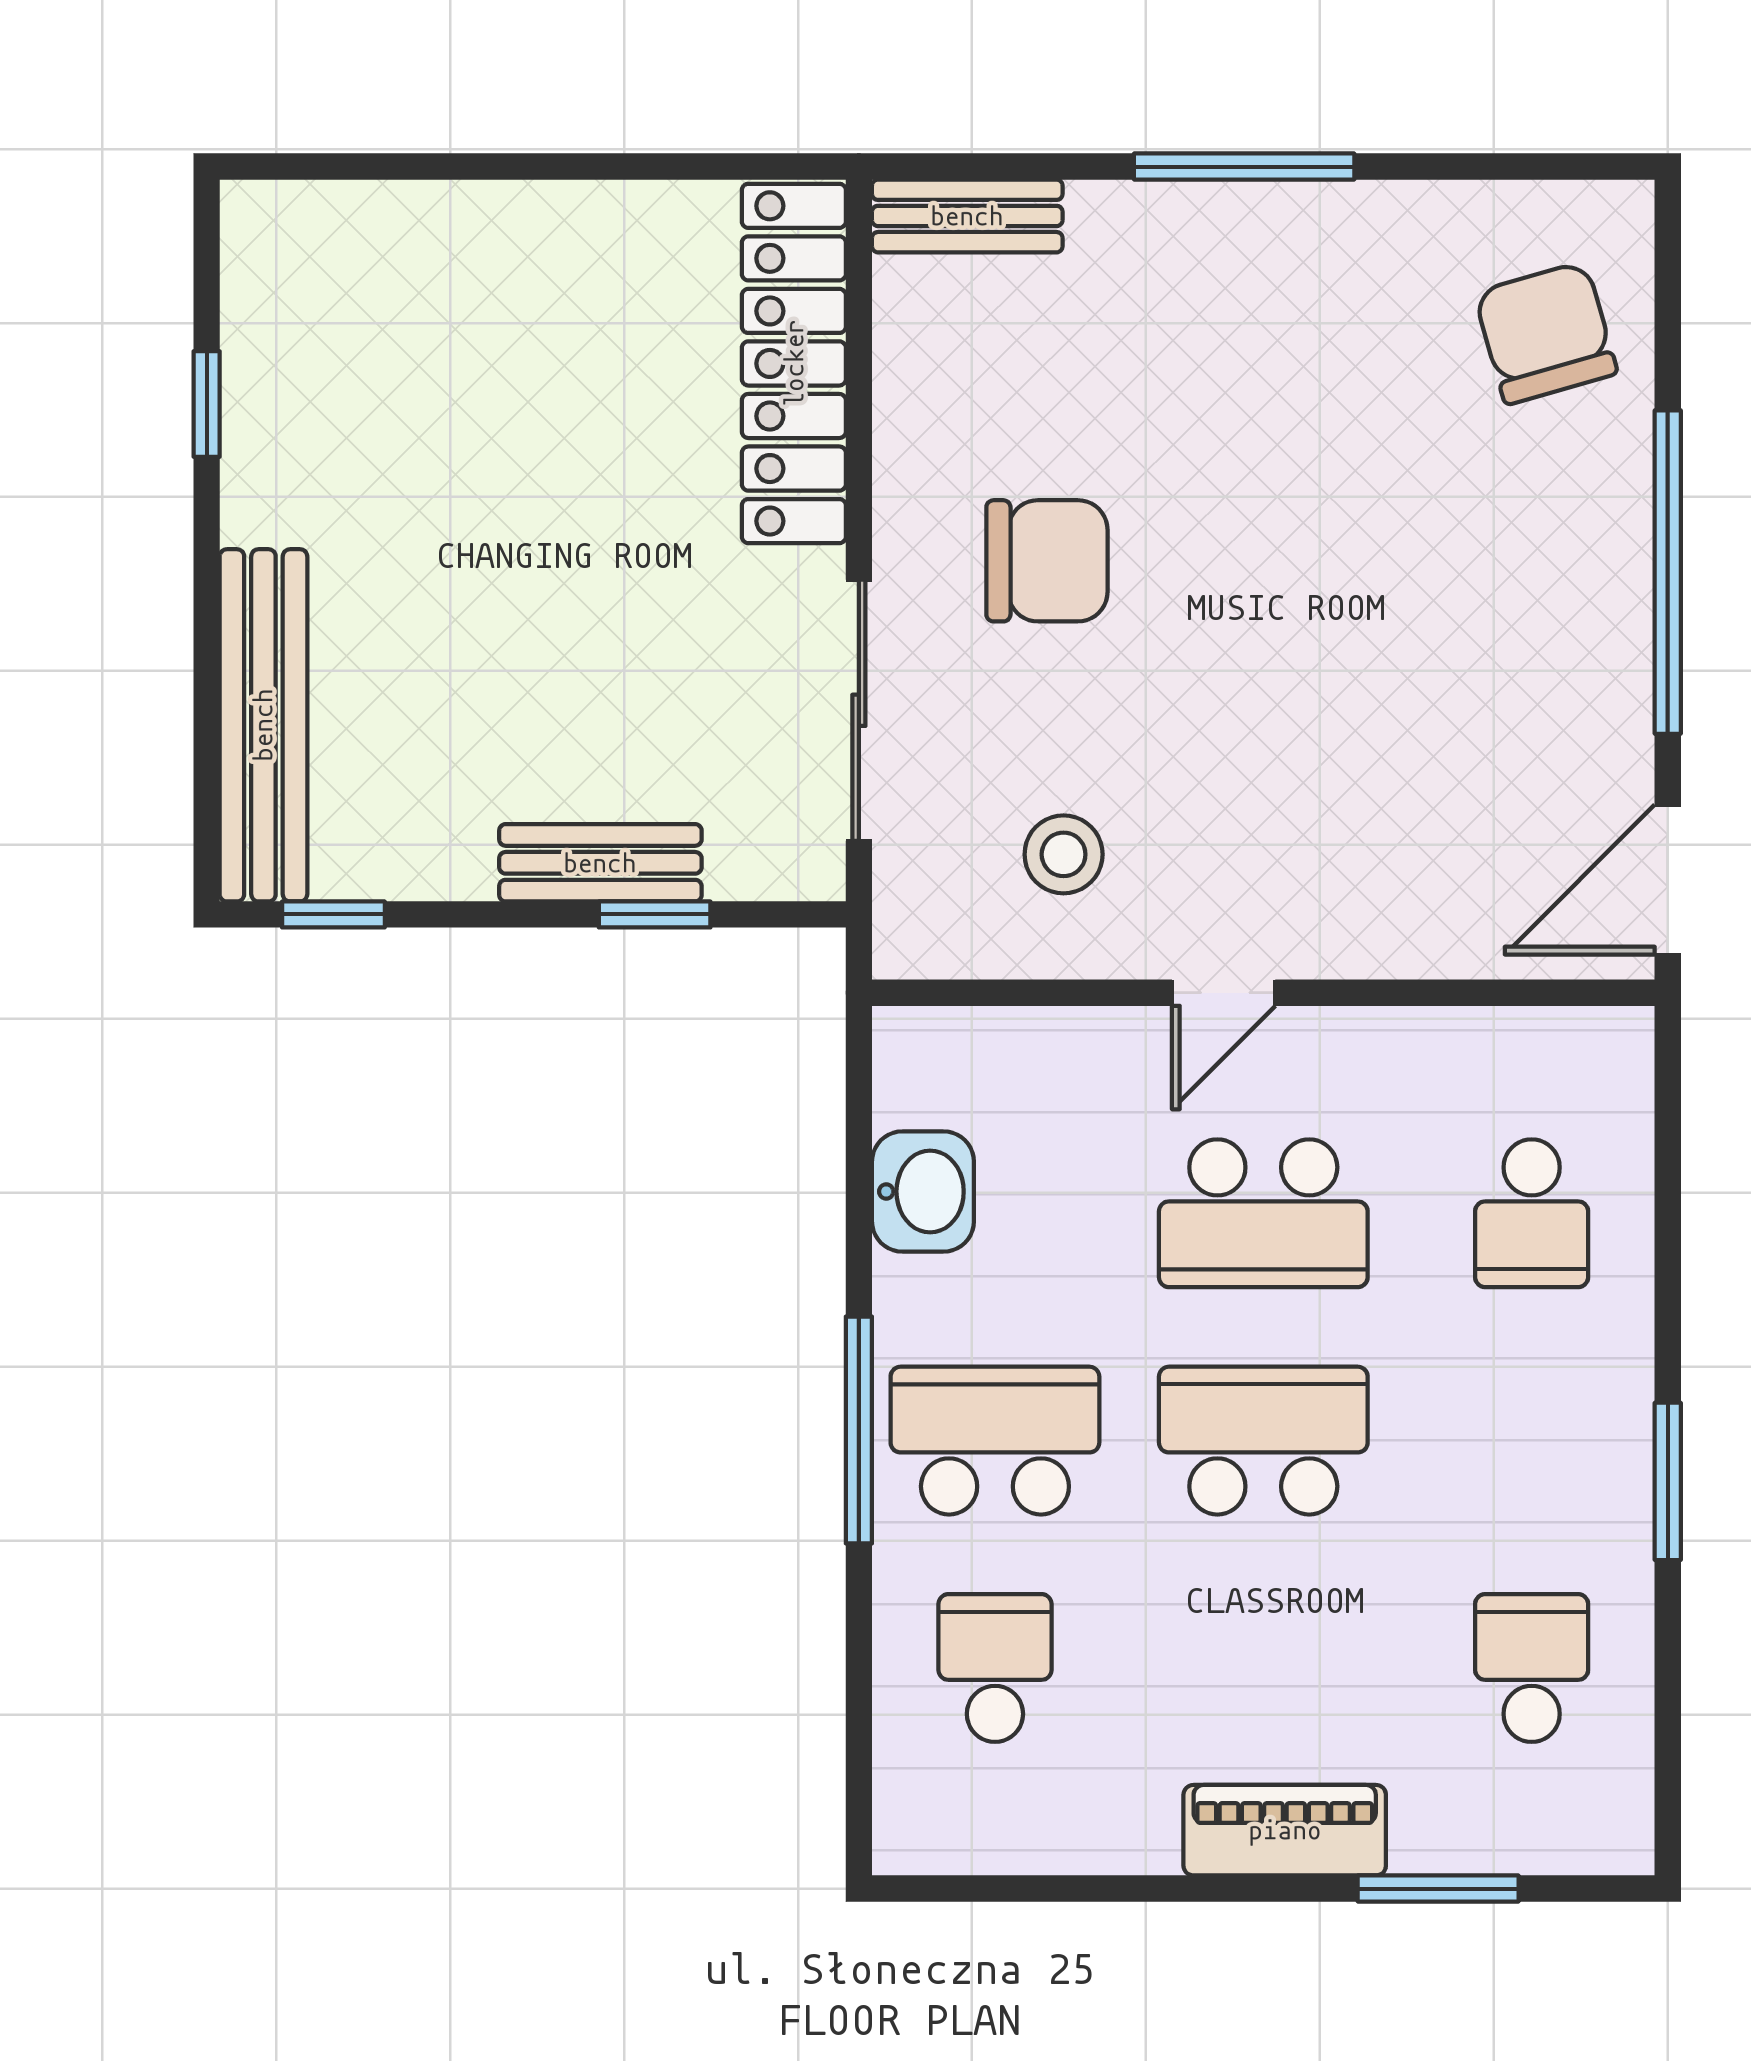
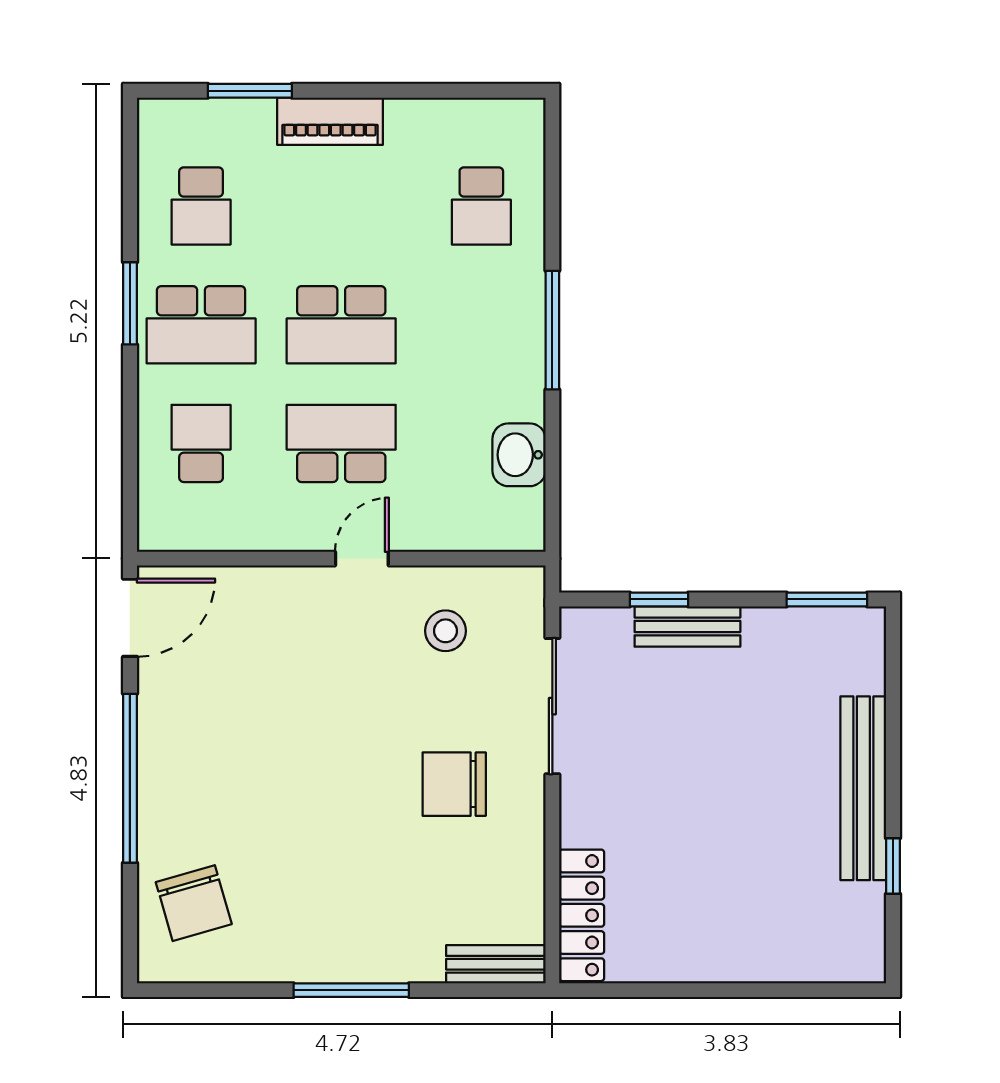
locker: (794, 363) -> (582, 915), width x0.71, depth x0.83
bench: (263, 725) -> (863, 788), moved
window: (333, 914) -> (827, 599), width x1.50
school desk: (995, 1441) -> (201, 325), moved

